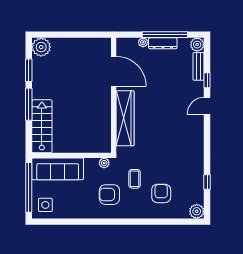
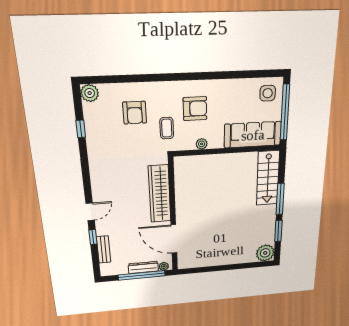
plant: (197, 45) -> (107, 270), removed
door: (114, 71) -> (174, 239), moved
wall: (114, 95) -> (173, 216), moved
wardrobe: (125, 118) -> (160, 194), moved

